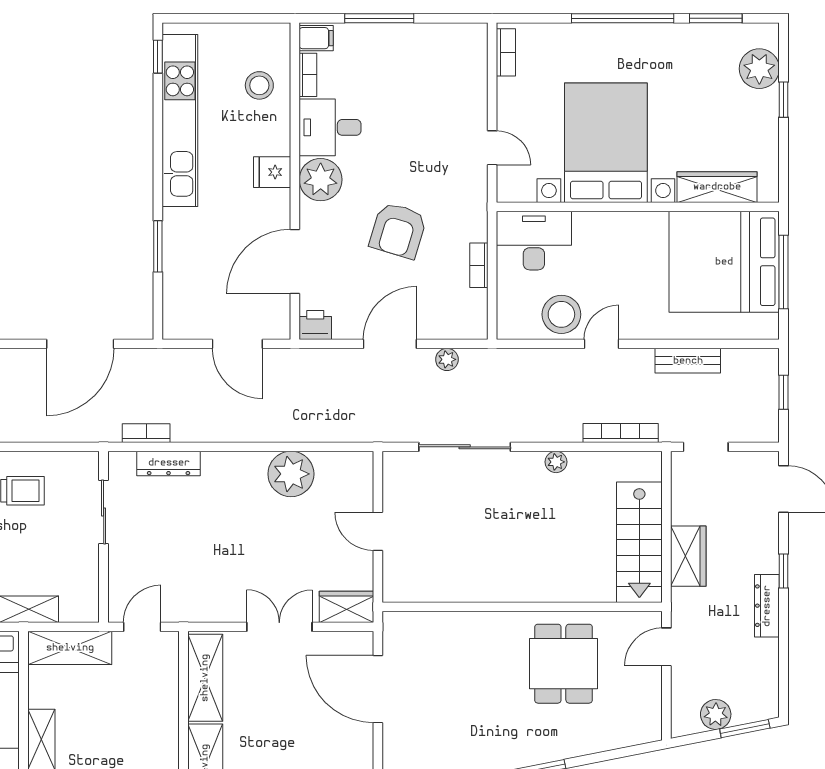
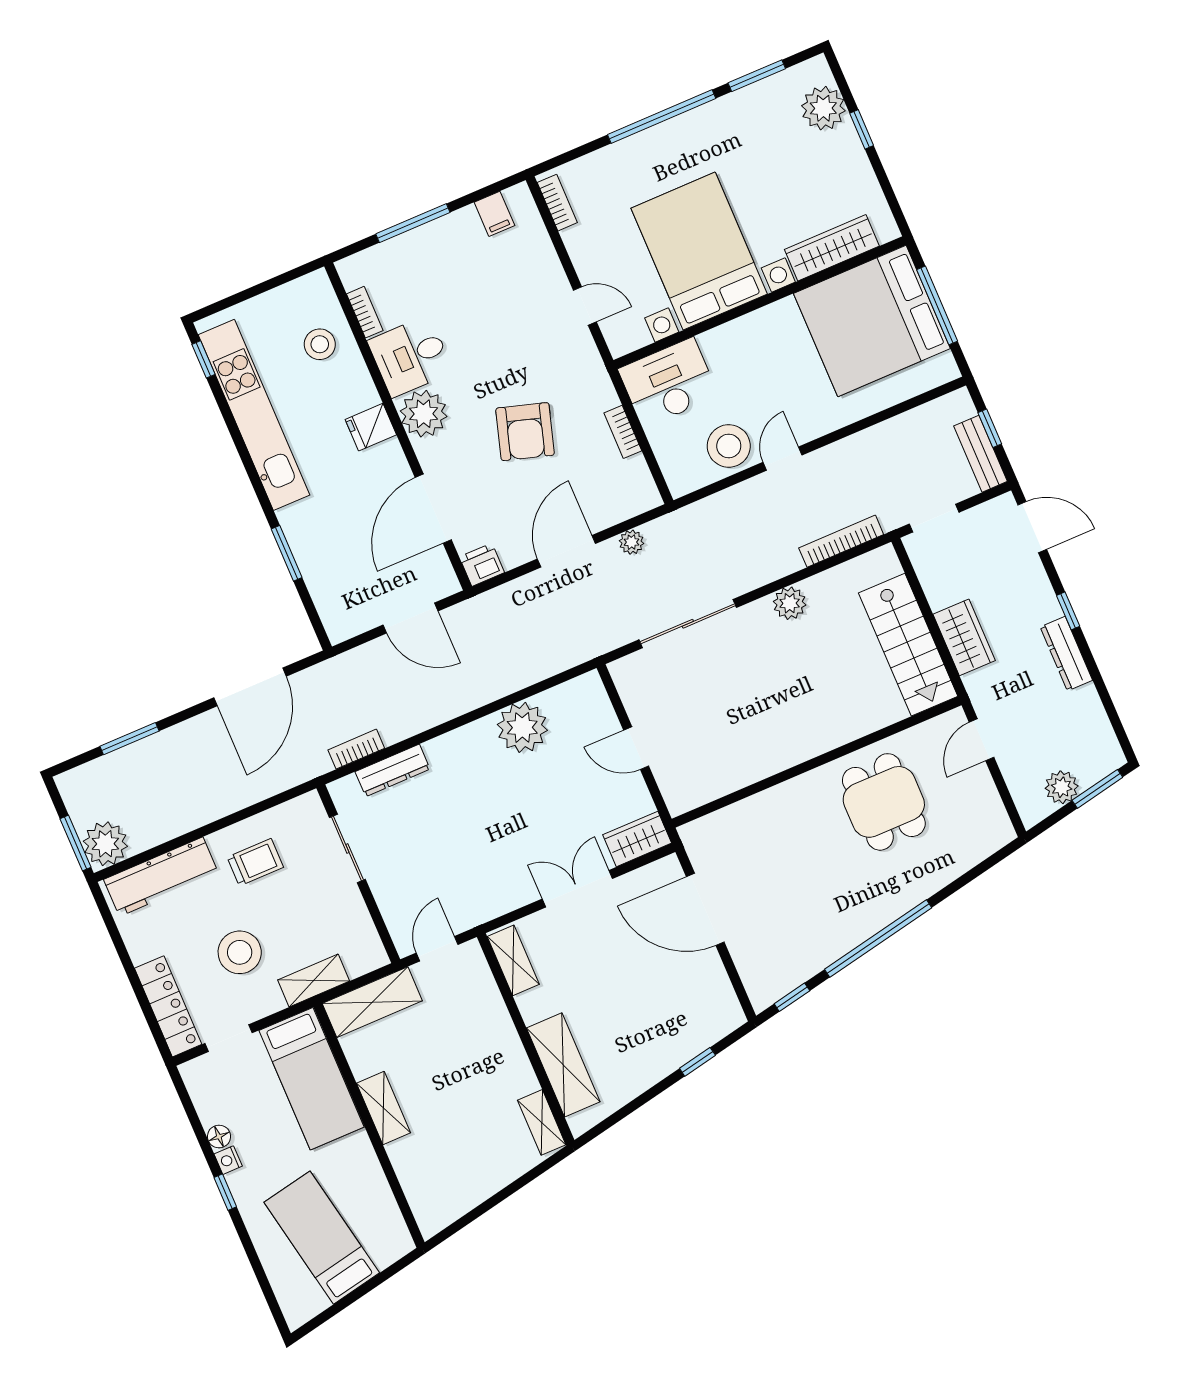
filing cabinet: (316, 38) -> (494, 214), moved, turned 90
bench: (688, 361) -> (980, 454), moved, turned 90
plant: (556, 462) -> (790, 603), width x1.38, depth x1.38
shelving: (205, 678) -> (513, 960), width x0.67, depth x0.75

